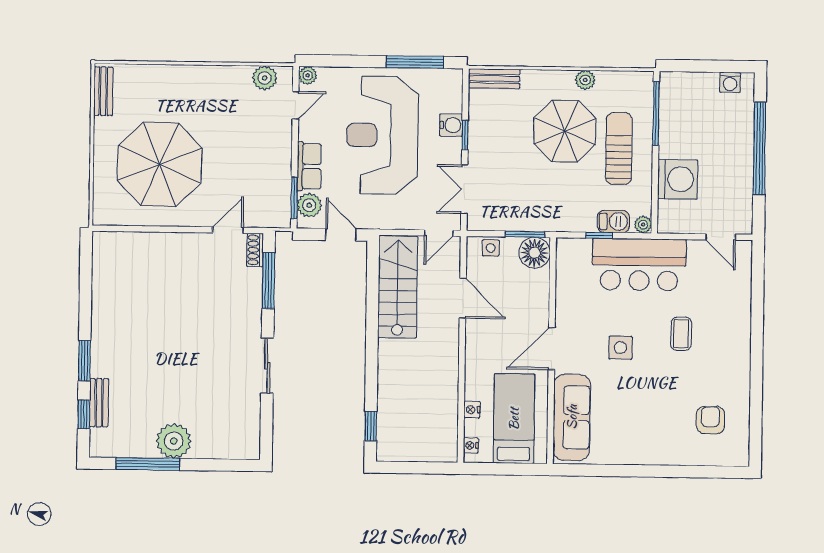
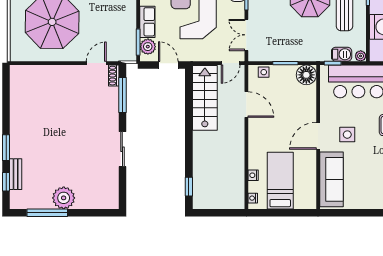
floor lamp: (535, 253) -> (306, 75), moved
door: (552, 349) -> (318, 136), moved
wall: (552, 351) -> (318, 137), moved
sofa: (572, 417) -> (331, 179), moved

